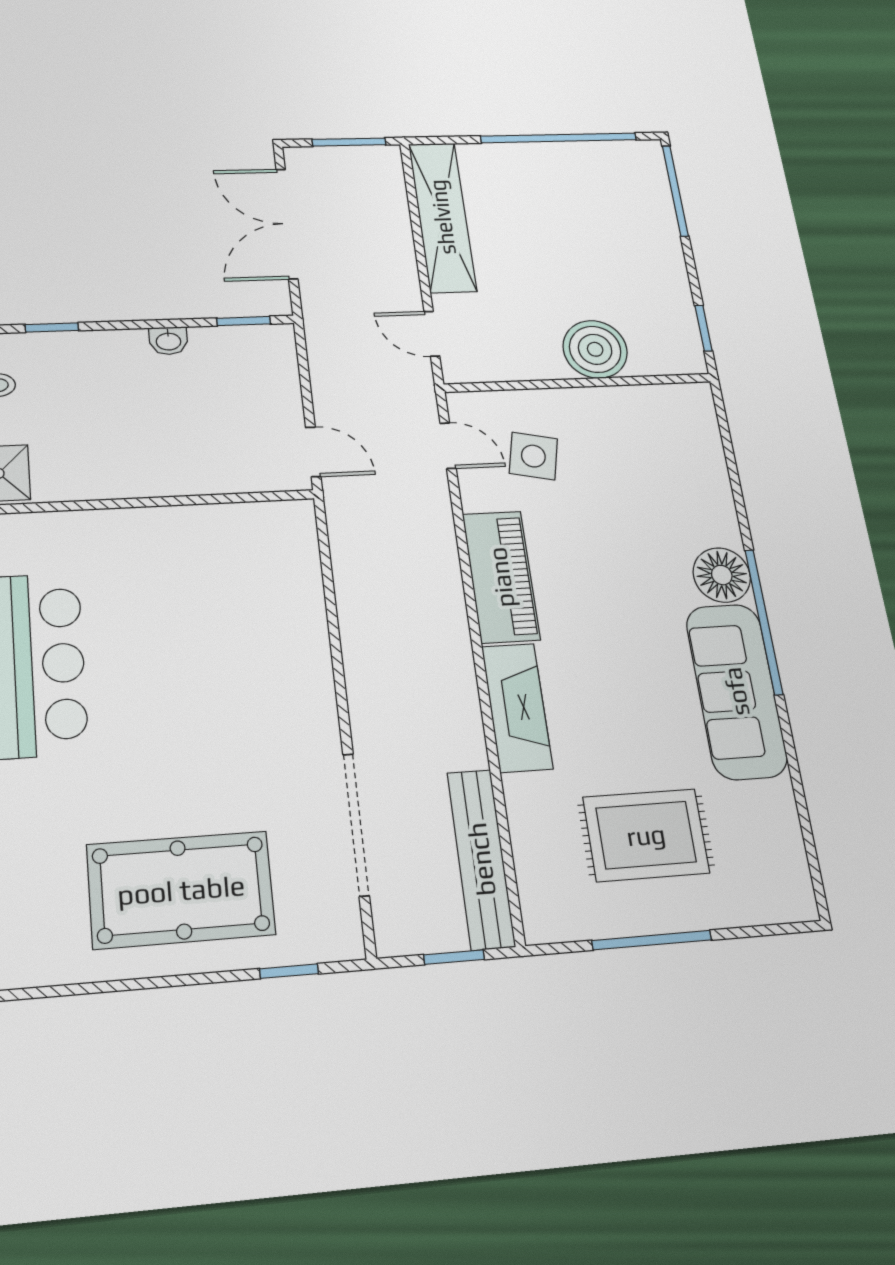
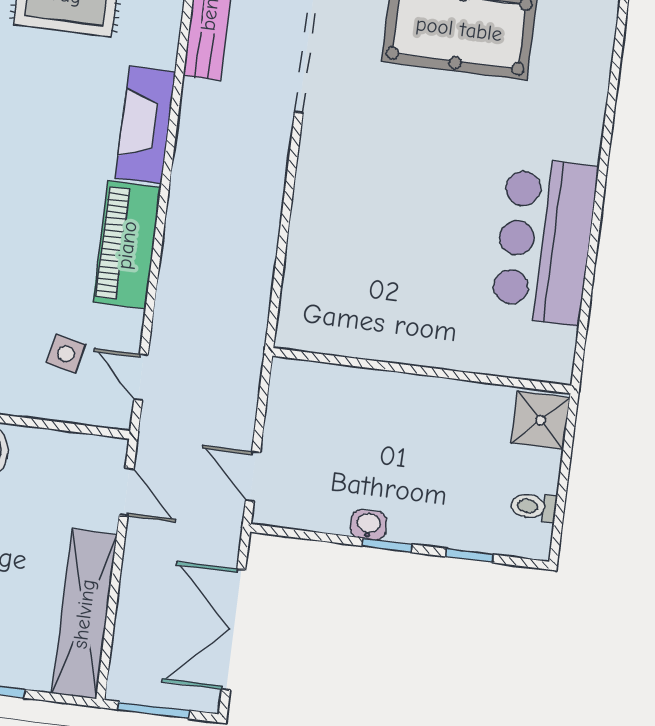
double door: (287, 224) -> (234, 630), swing flipped
window: (244, 321) -> (387, 545), moved
door: (313, 452) -> (253, 477), moved
side table: (533, 456) -> (66, 354), width x0.73, depth x0.73

